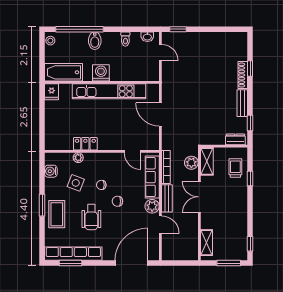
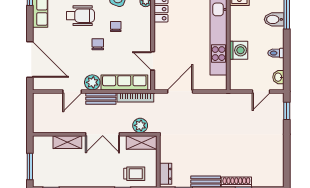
washing machine: (101, 73) -> (239, 50), moved
door: (160, 114) -> (180, 91), moved
door: (132, 151) -> (153, 61), hinge flipped
double door: (199, 197) -> (103, 134), swing flipped
wheelchair: (91, 217) -> (80, 16), turned 180
shelving: (206, 243) -> (67, 142), moved

